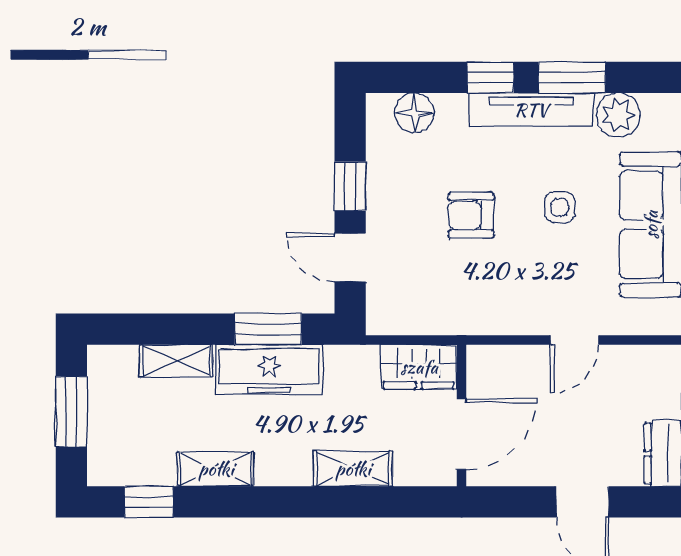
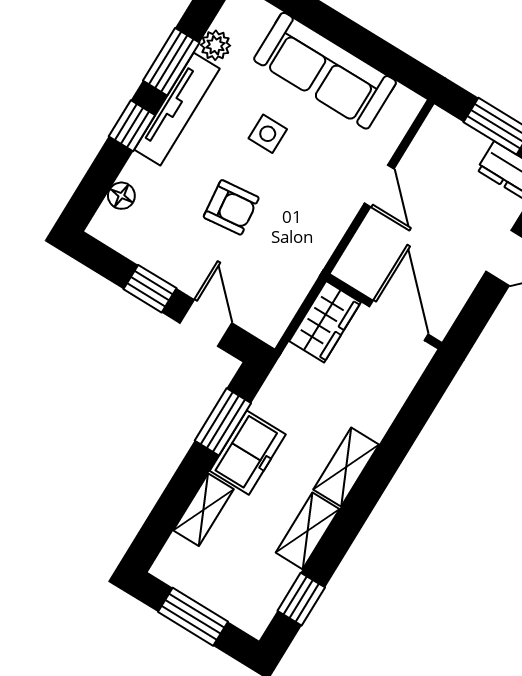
floor lamp: (414, 113) -> (121, 196), width x0.73, depth x0.73
plant: (618, 115) -> (216, 45), width x0.73, depth x0.73
armchair: (471, 215) -> (231, 207), turned -96
door: (350, 257) -> (206, 323), swing flipped
freezer: (269, 370) -> (248, 453), width x0.71
shelving: (353, 469) -> (346, 467), moved

